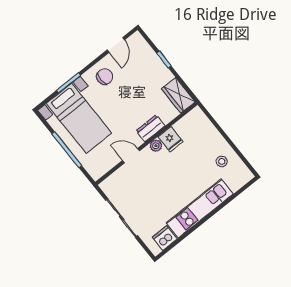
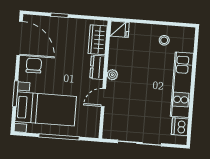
door: (116, 45) -> (20, 38), width x1.87
wardrobe: (178, 95) -> (98, 40), moved, turned 90
fridge: (170, 139) -> (120, 29), moved

